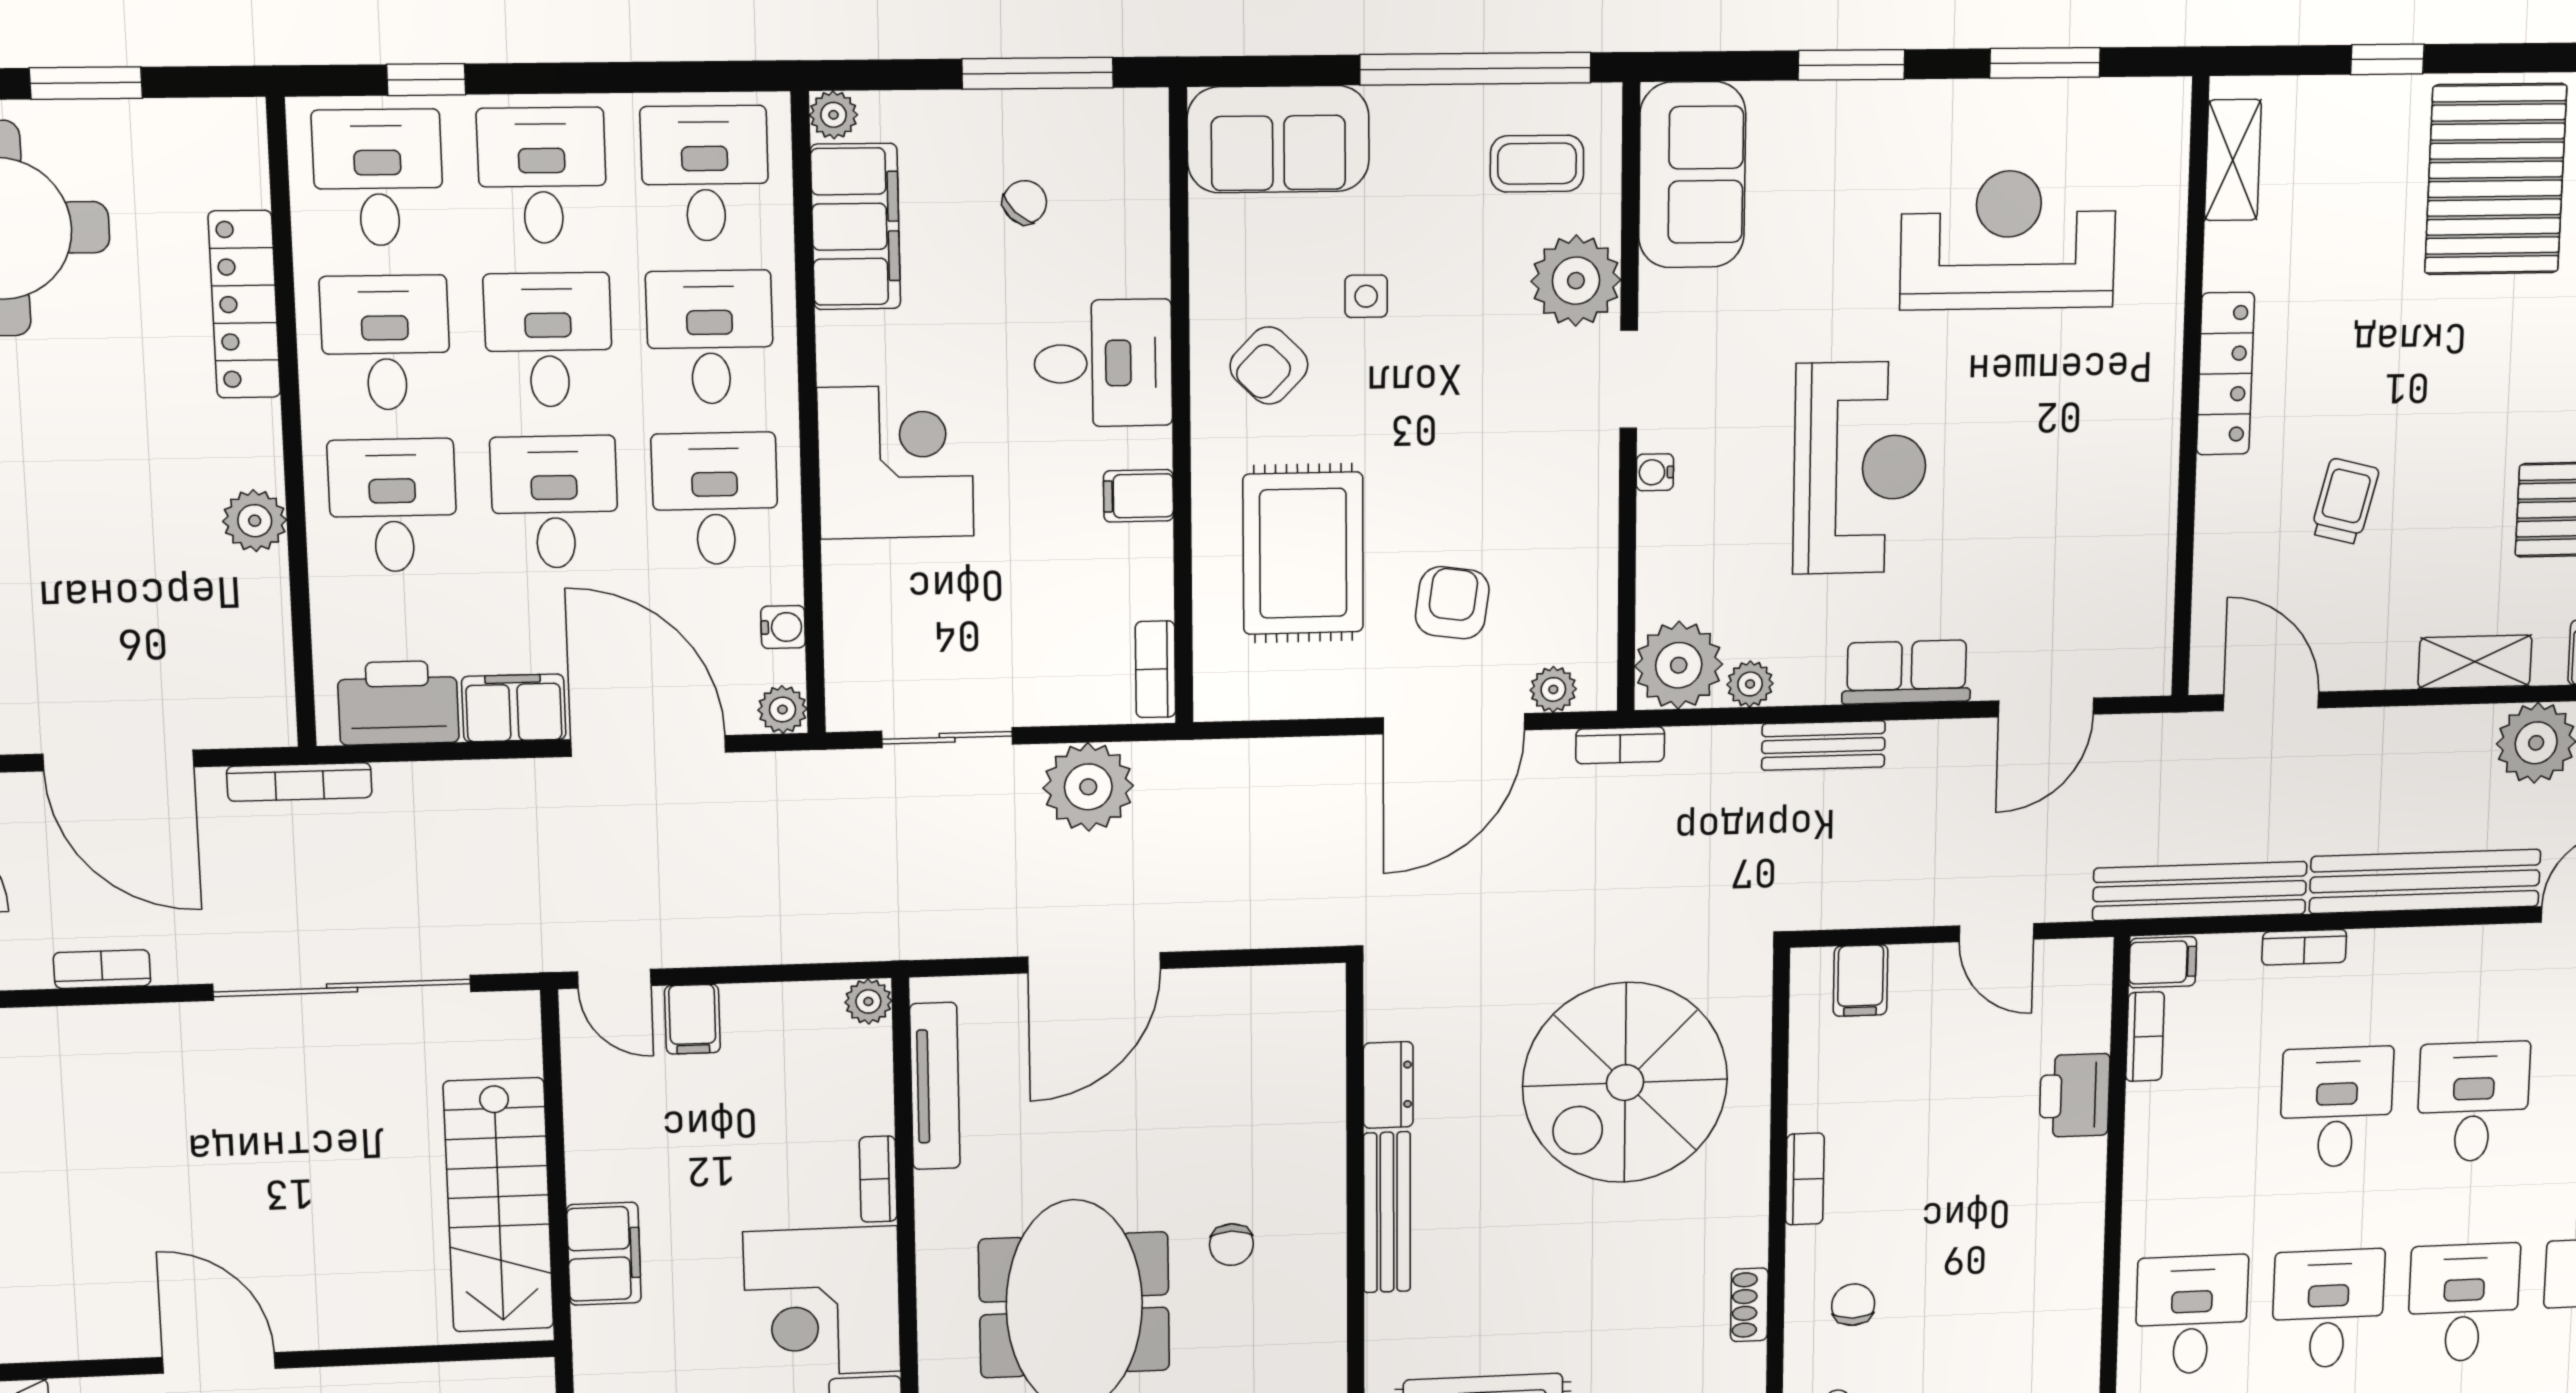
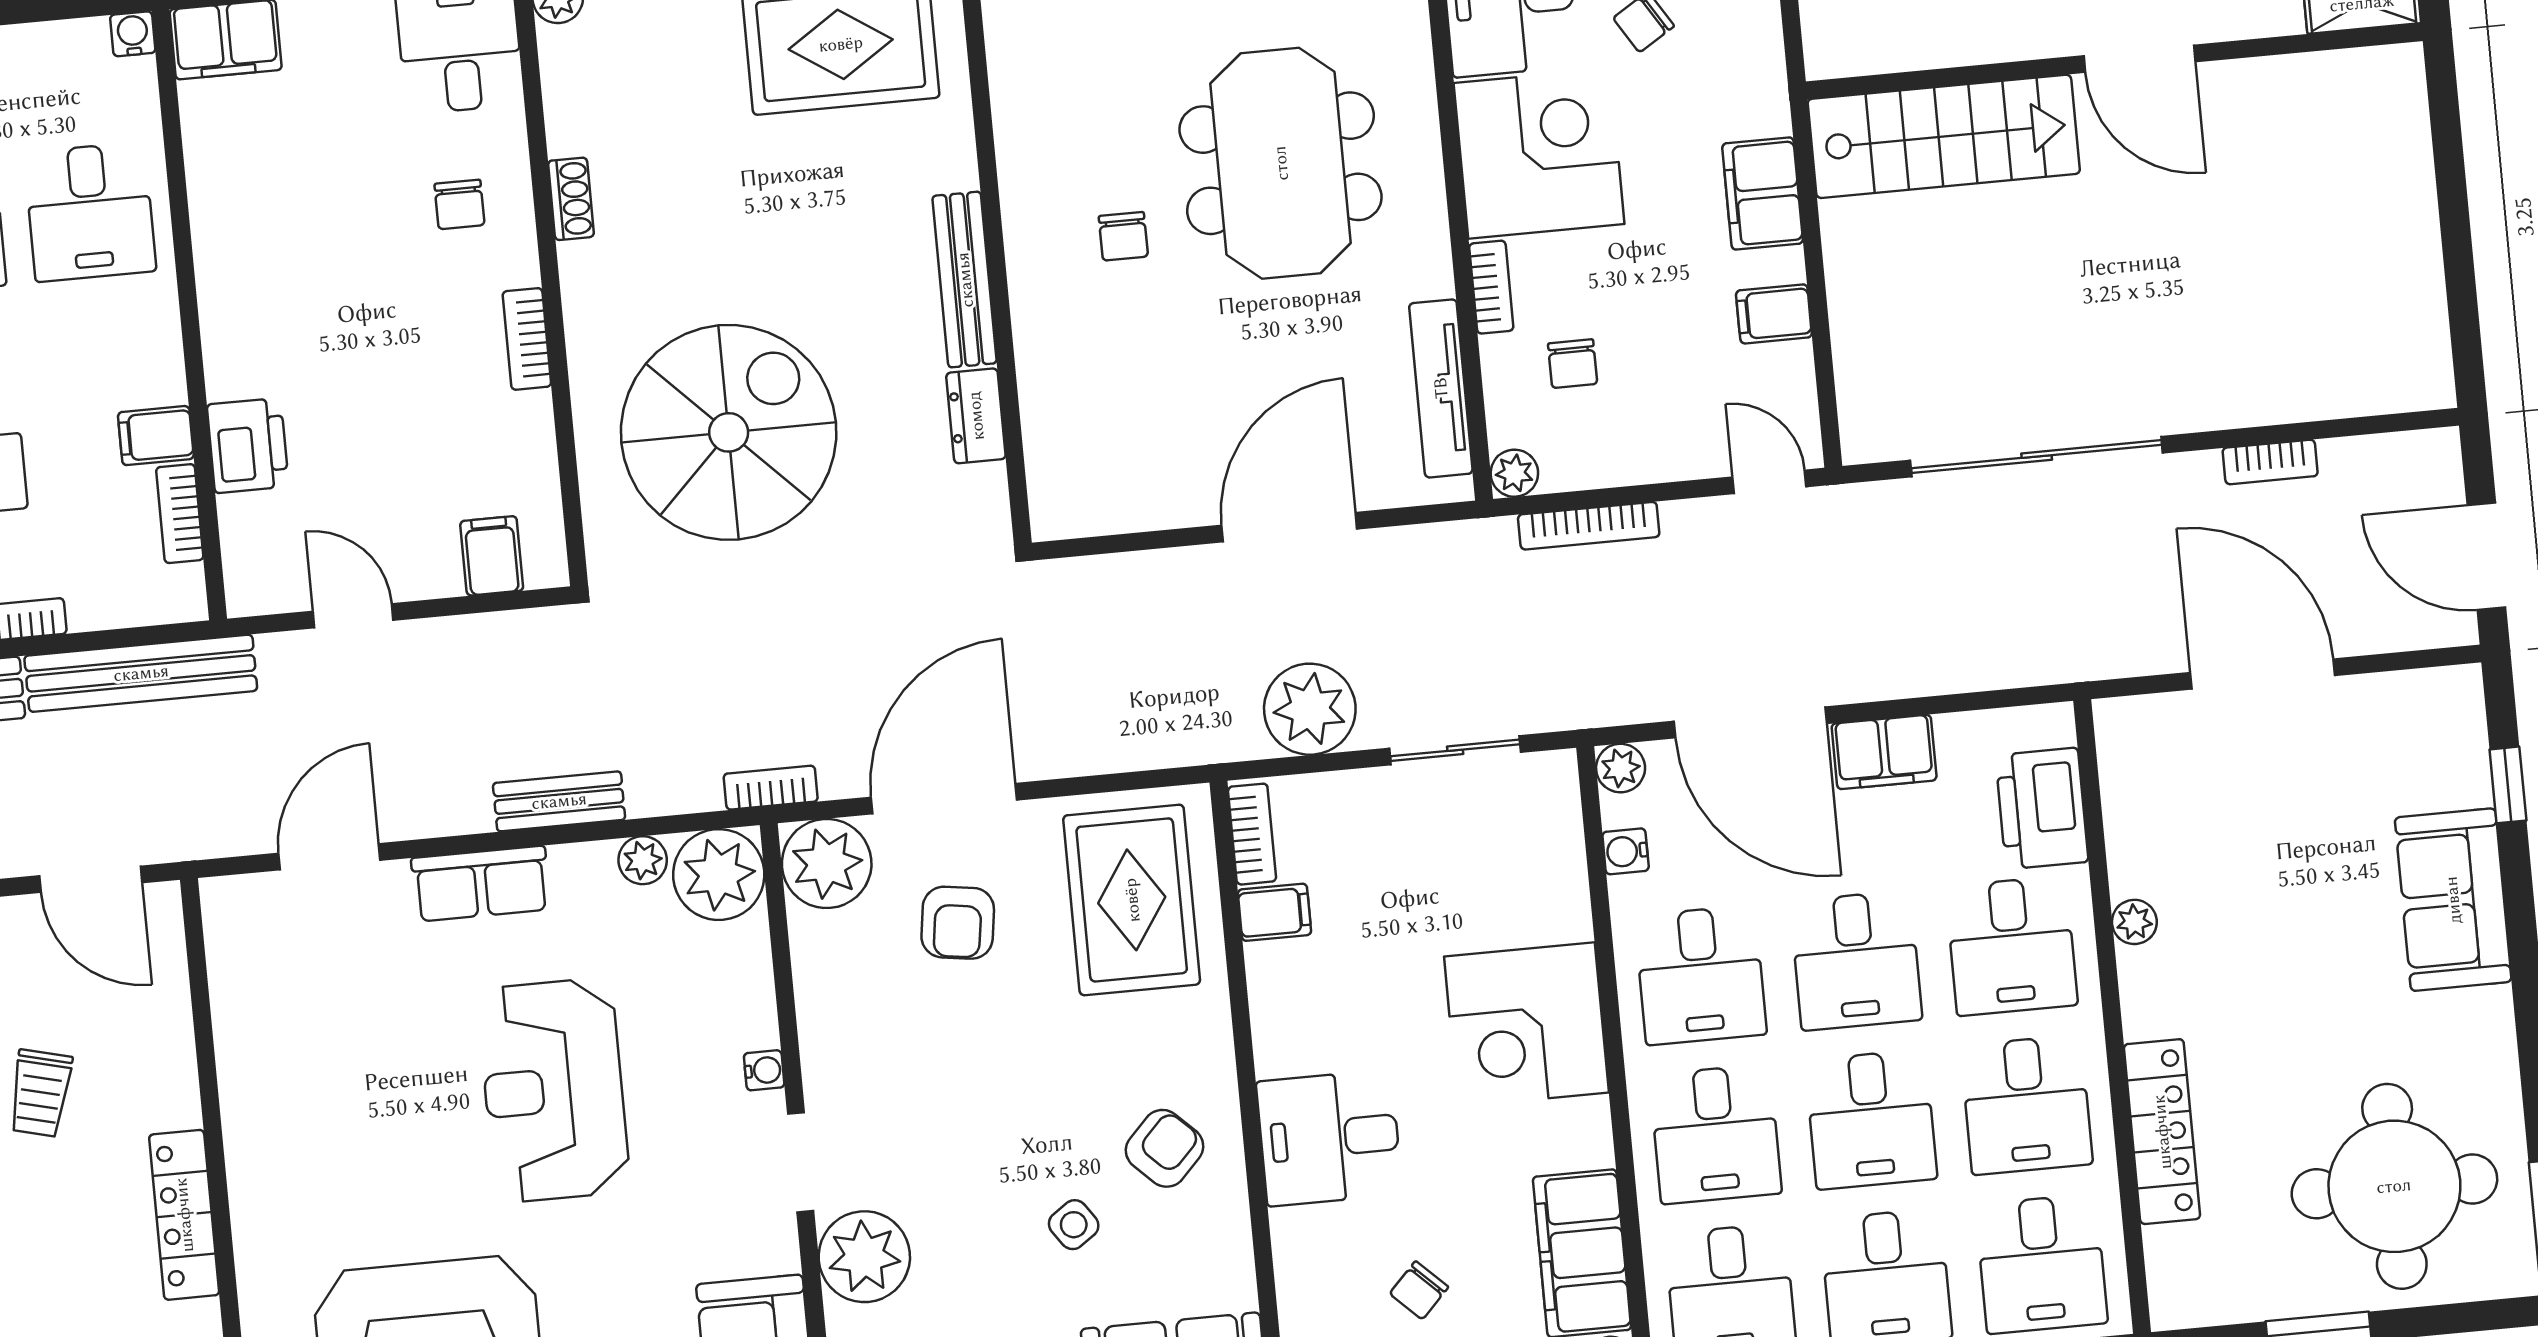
side table: (1366, 296) -> (1074, 1225), turned -35
filing cabinet: (1138, 496) -> (1274, 912), moved
plant: (255, 521) -> (2134, 922), width x0.73, depth x0.73
rug: (1303, 553) -> (1132, 900), moved
plant: (1553, 689) -> (827, 864), width x1.88, depth x1.88
printer: (398, 703) -> (2042, 809), moved, turned 90
bookcase: (299, 782) -> (1589, 526), moved, turned 180
filing cabinet: (2163, 962) -> (156, 436), moved
filing cabinet: (692, 1019) -> (1774, 314), moved, turned -90
chair: (803, 1103) -> (1573, 364), added
stairs: (498, 1205) -> (1944, 136), moved, turned 90
chair: (1231, 1245) -> (1123, 236), turned 180

